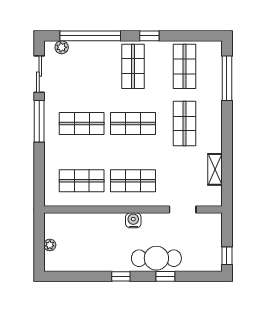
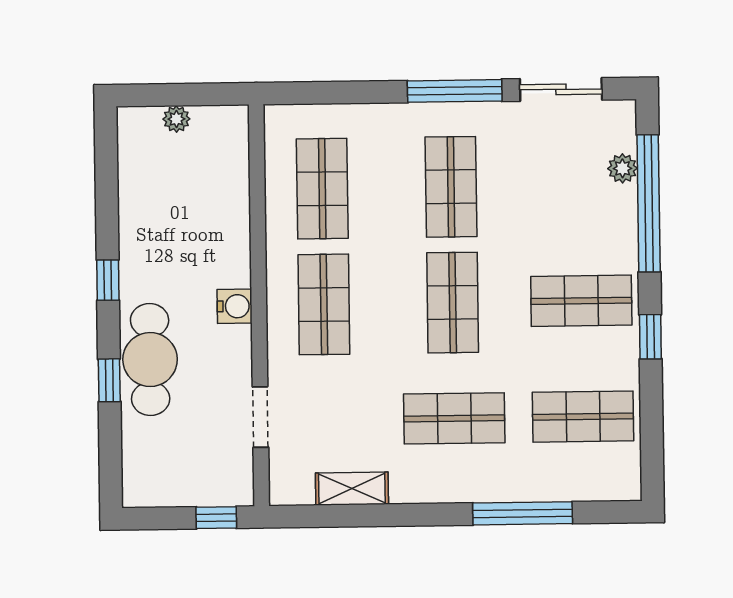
plant: (62, 47) -> (622, 168), moved
window: (227, 78) -> (523, 513), moved
window: (227, 256) -> (216, 518), moved

